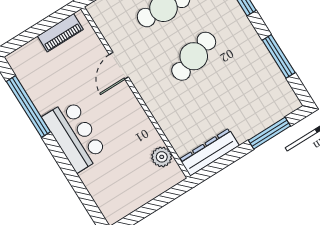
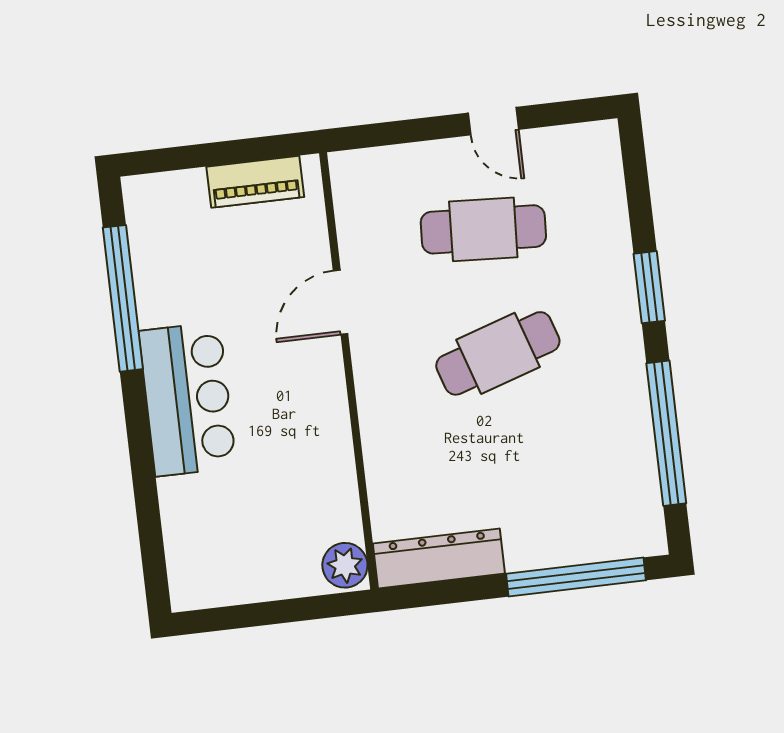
window: (279, 56) -> (666, 433), width x1.46
window: (269, 133) -> (576, 577), width x1.46
plant: (162, 157) -> (345, 565), moved

